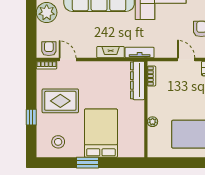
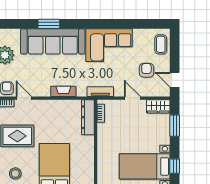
tv unit: (140, 53) -> (100, 92), moved
plant: (153, 122) -> (102, 155), removed

